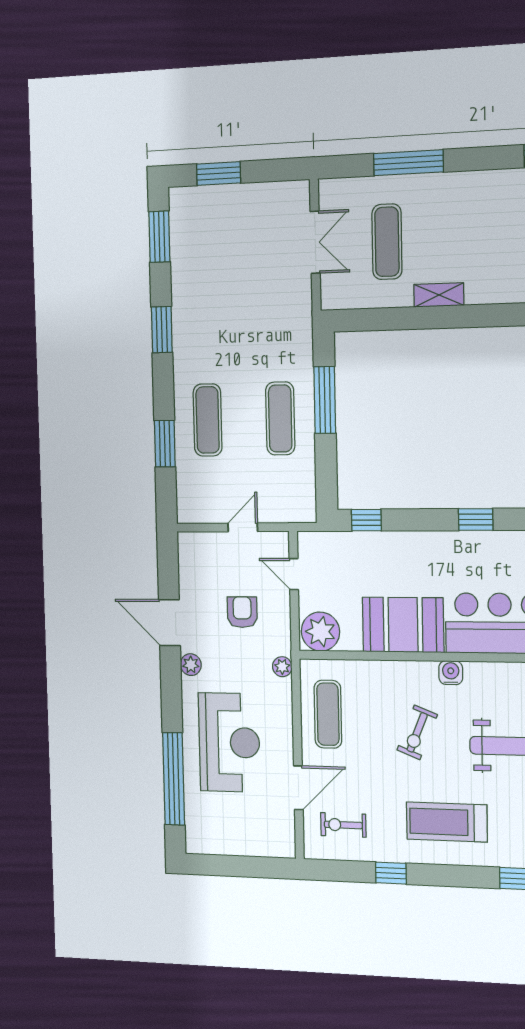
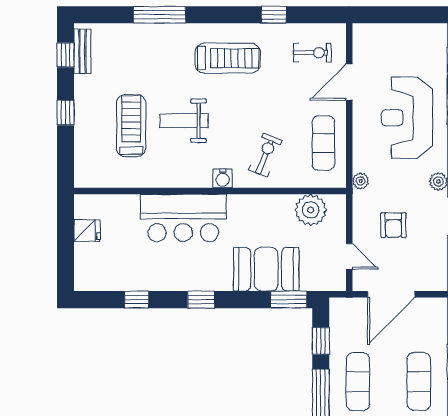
window: (326, 469) -> (321, 341), added
window: (366, 520) -> (289, 300), width x1.50
door: (243, 527) -> (391, 294), width x1.87
booth: (403, 625) -> (266, 269), moved
plant: (320, 632) -> (311, 210), moved
exercise bike: (417, 732) -> (265, 155), moved

